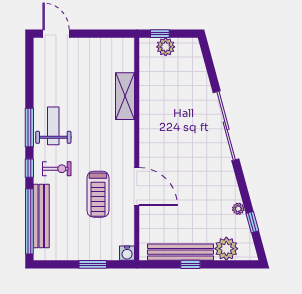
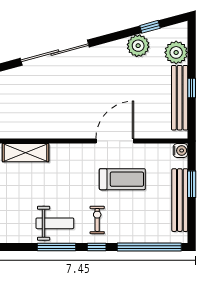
weight bench: (53, 126) -> (55, 223), turned 180
plant: (238, 209) -> (138, 46), width x1.87, depth x1.87
bench: (41, 216) -> (180, 200), moved, turned 90

